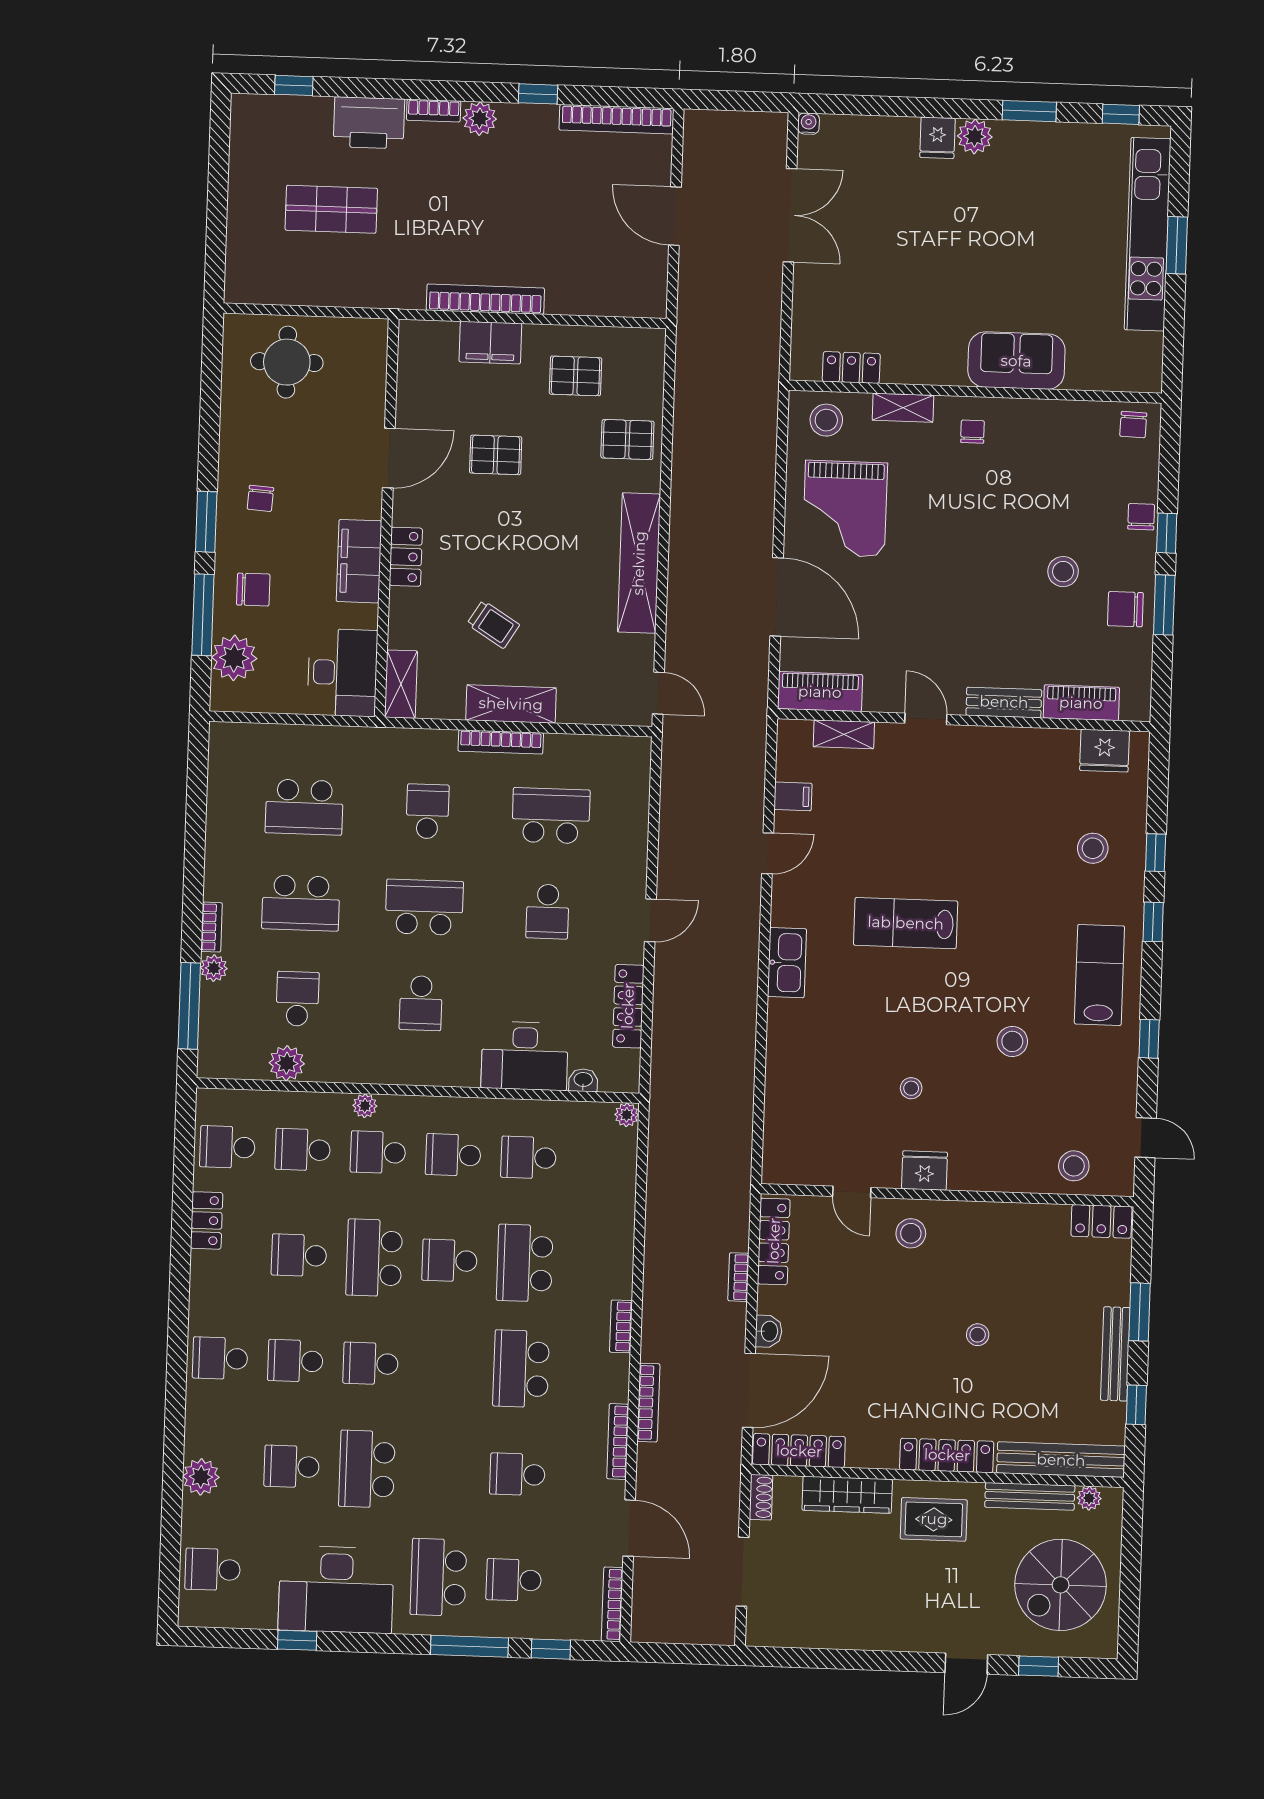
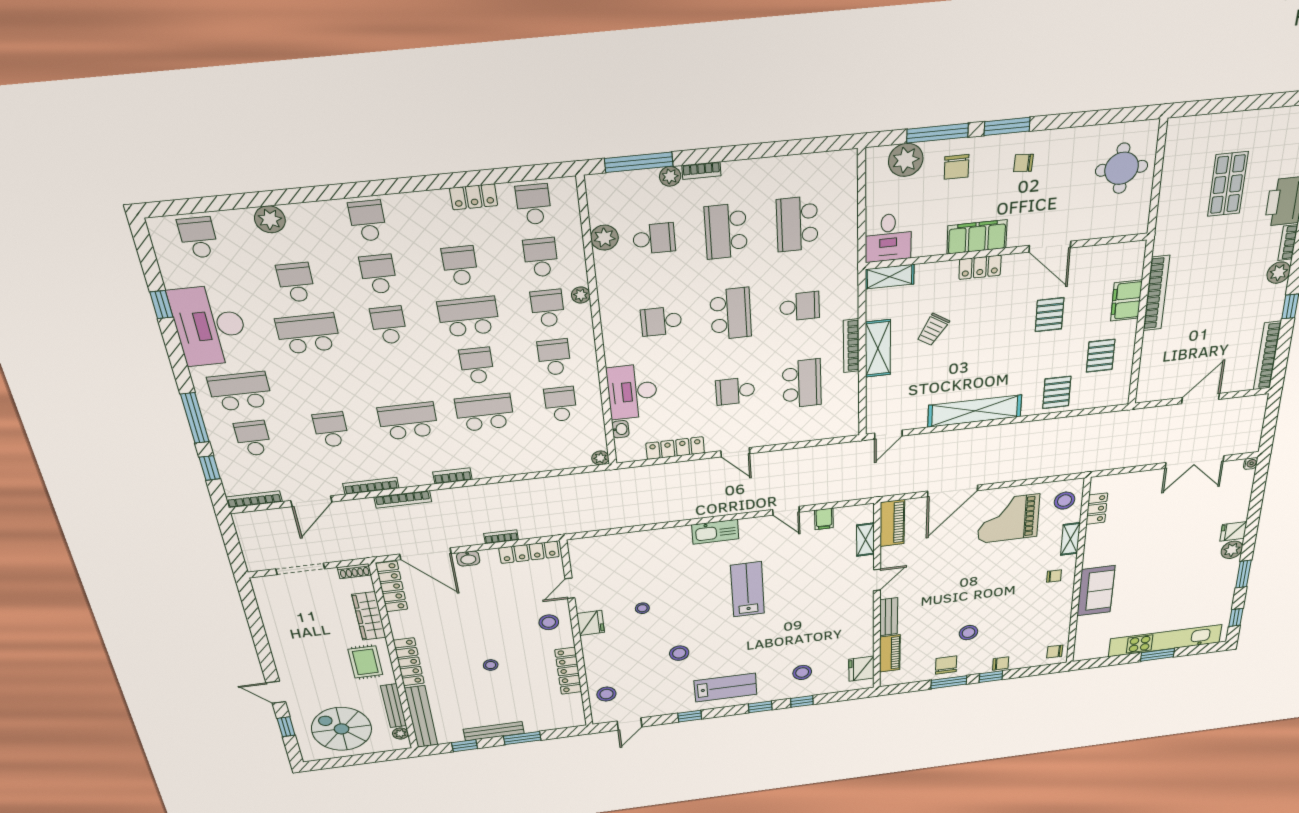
desk: (342, 673) -> (888, 238), width x0.73
locker: (1101, 1221) -> (568, 671), moved, width x1.53

